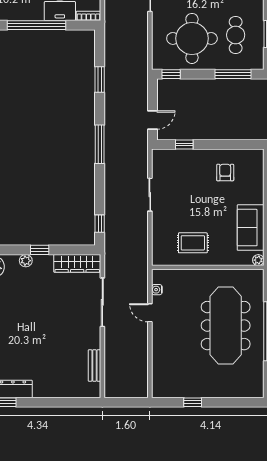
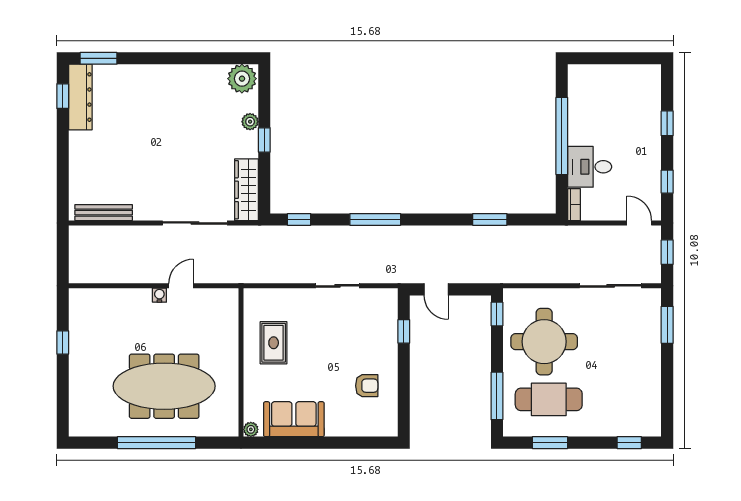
cafe table: (236, 35) -> (549, 399), width x1.37, depth x1.35
window: (100, 144) -> (375, 219), moved
water cooler: (157, 290) -> (159, 295), moved
bench: (94, 366) -> (104, 213), width x1.36

